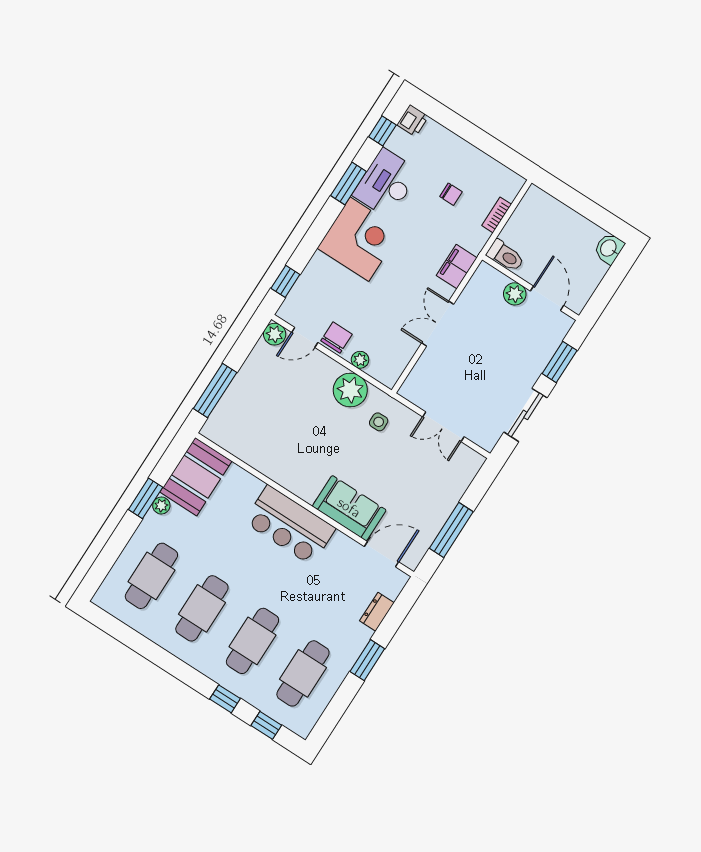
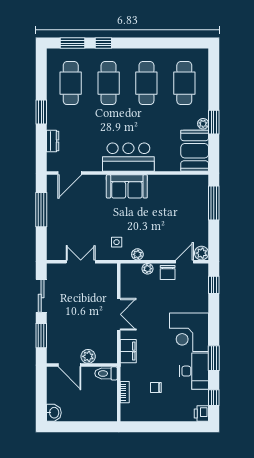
plant: (350, 390) -> (137, 254), width x0.53, depth x0.53
sofa: (349, 508) -> (127, 186), moved
window: (266, 725) -> (72, 43), width x1.50

